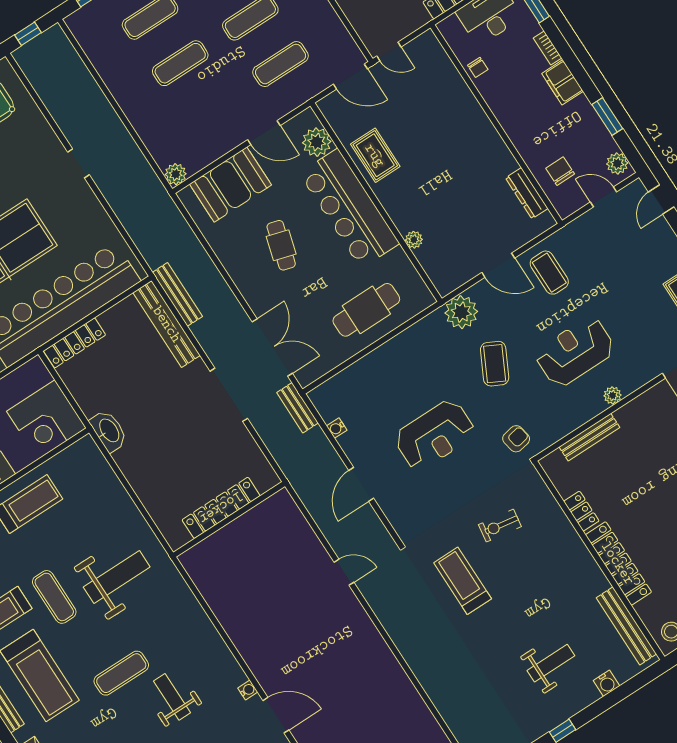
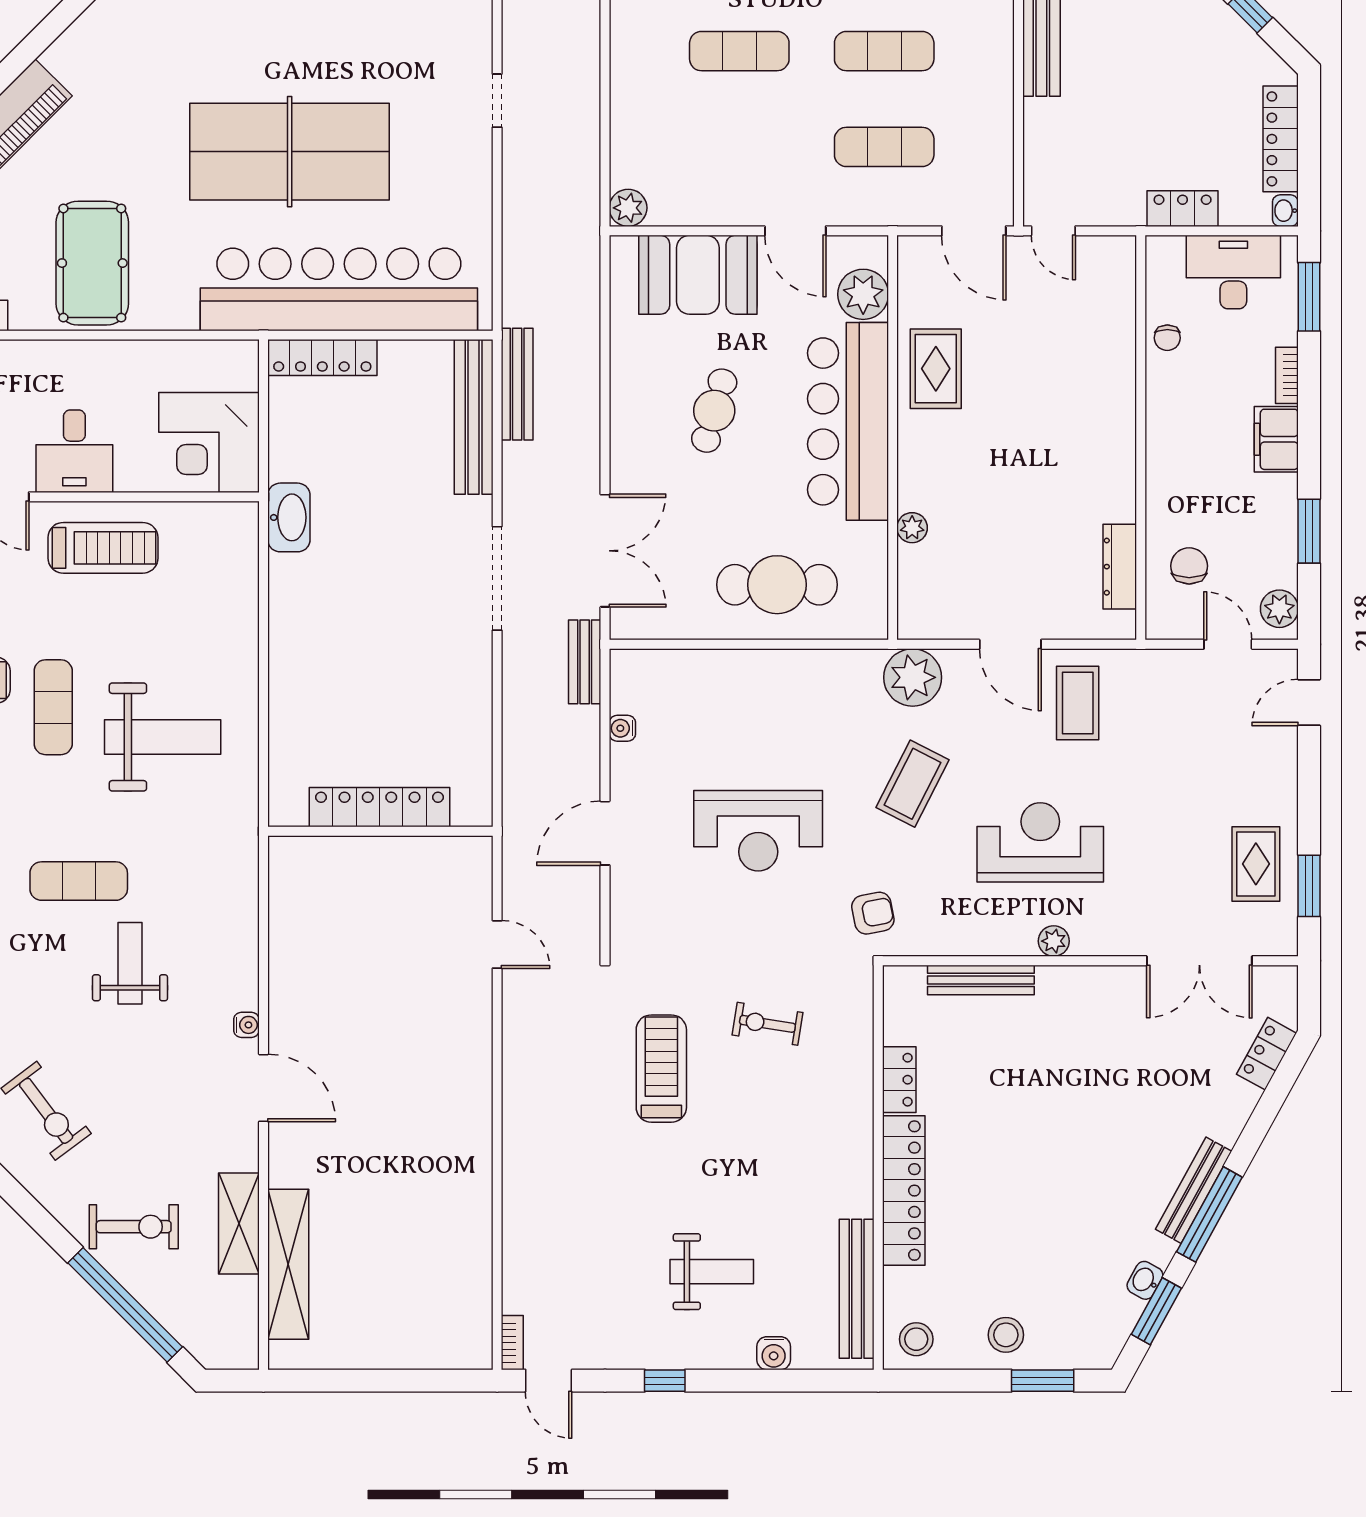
locker: (221, 508) -> (379, 807), moved
wall: (229, 519) -> (380, 831), moved

